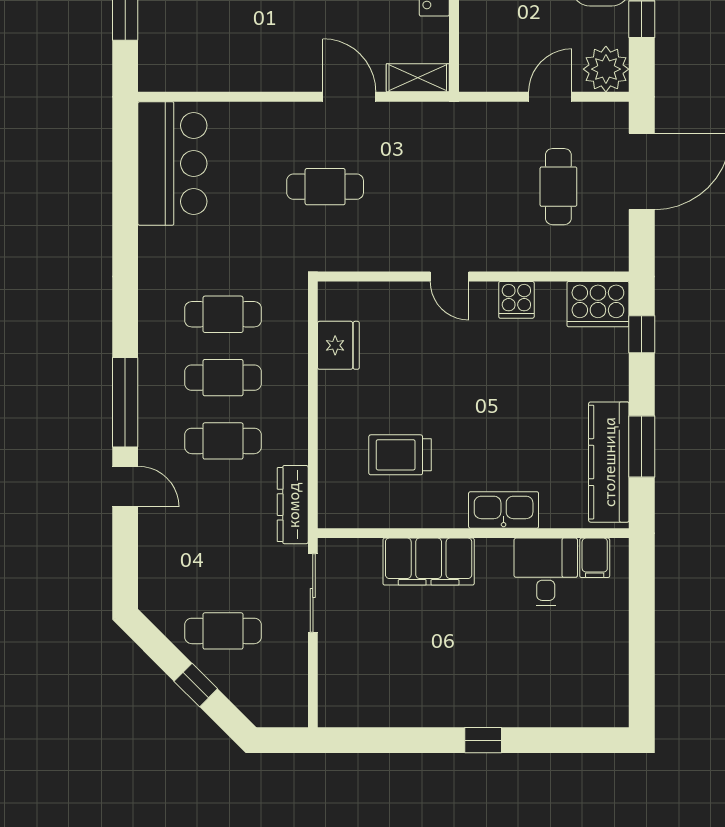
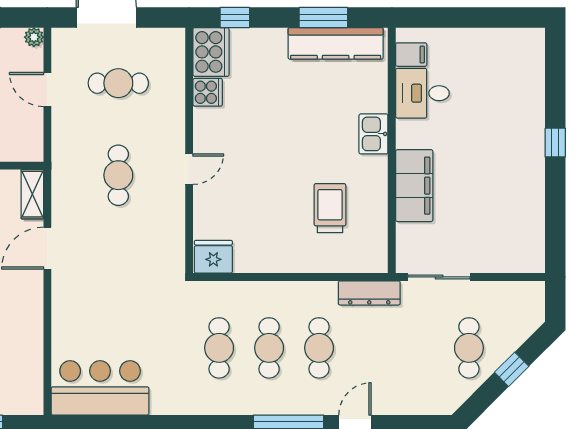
plant: (606, 69) -> (34, 37), width x0.53, depth x0.53
cafe table: (325, 187) -> (118, 175), moved
cooker: (516, 300) -> (208, 92), moved
fridge: (338, 345) -> (213, 257), moved
trolley: (400, 455) -> (330, 208), turned 180
kitchen sink: (504, 510) -> (373, 134), width x0.73

